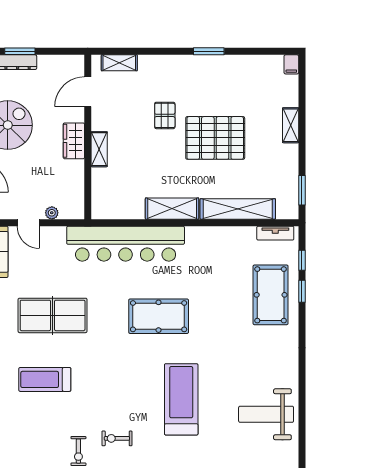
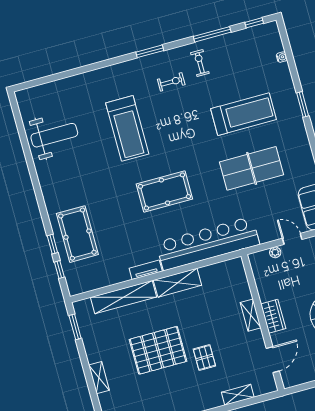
shelving: (119, 63) -> (238, 395), moved
tv unit: (275, 233) -> (146, 270), moved
treadmill: (45, 379) -> (244, 114), width x1.37, depth x1.38

